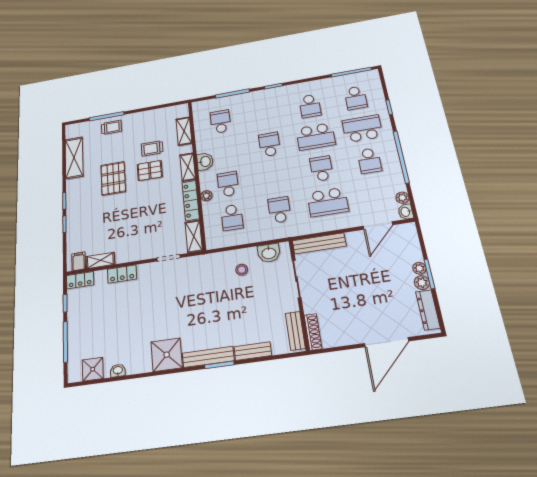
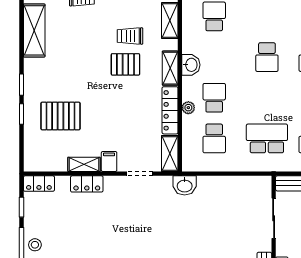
school desk: (270, 144) -> (267, 57), turned 180
pallet: (113, 178) -> (61, 116), moved, turned 90
school desk: (279, 210) -> (267, 138), width x1.85
washbasin: (269, 253) -> (185, 185), moved
shelving: (100, 260) -> (84, 164), moved
filing cabinet: (79, 261) -> (109, 161), moved
stool: (242, 270) -> (35, 245), moved

